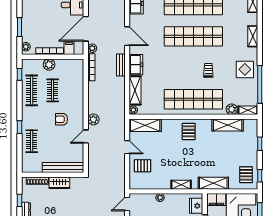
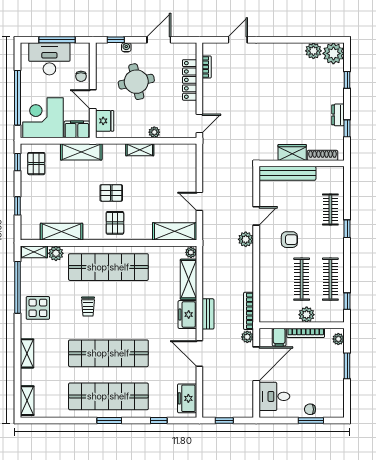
clothes rail: (53, 90) -> (302, 279), width x1.36
pallet: (143, 166) -> (111, 193), moved
shelving: (181, 185) -> (140, 150), moved

